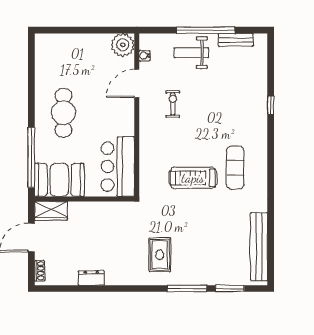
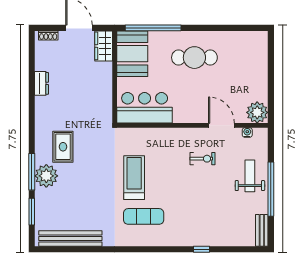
bench: (236, 40) -> (262, 230), moved
rug: (160, 255) -> (63, 147), turned 90
plant: (191, 273) -> (46, 176), added

